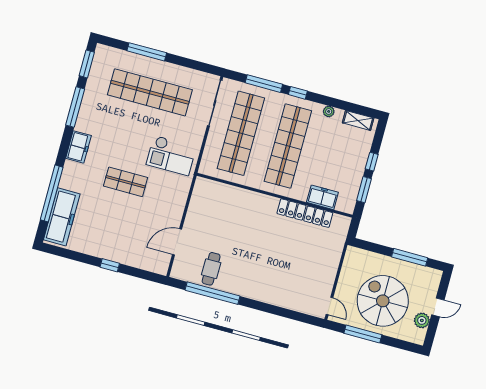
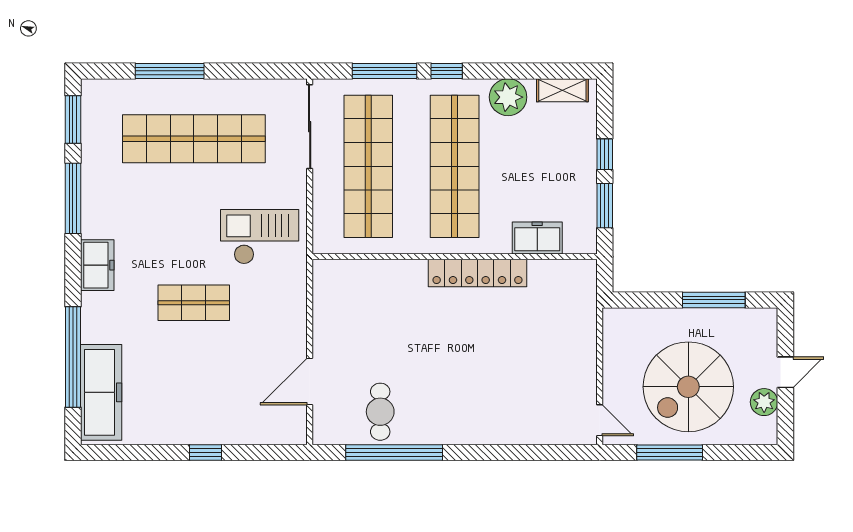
plant: (329, 111) -> (508, 97), width x1.88, depth x1.88
checkout: (171, 156) -> (260, 237), turned 180
locker: (305, 213) -> (477, 273), moved
spiral stairs: (383, 301) -> (688, 387), turned -90

